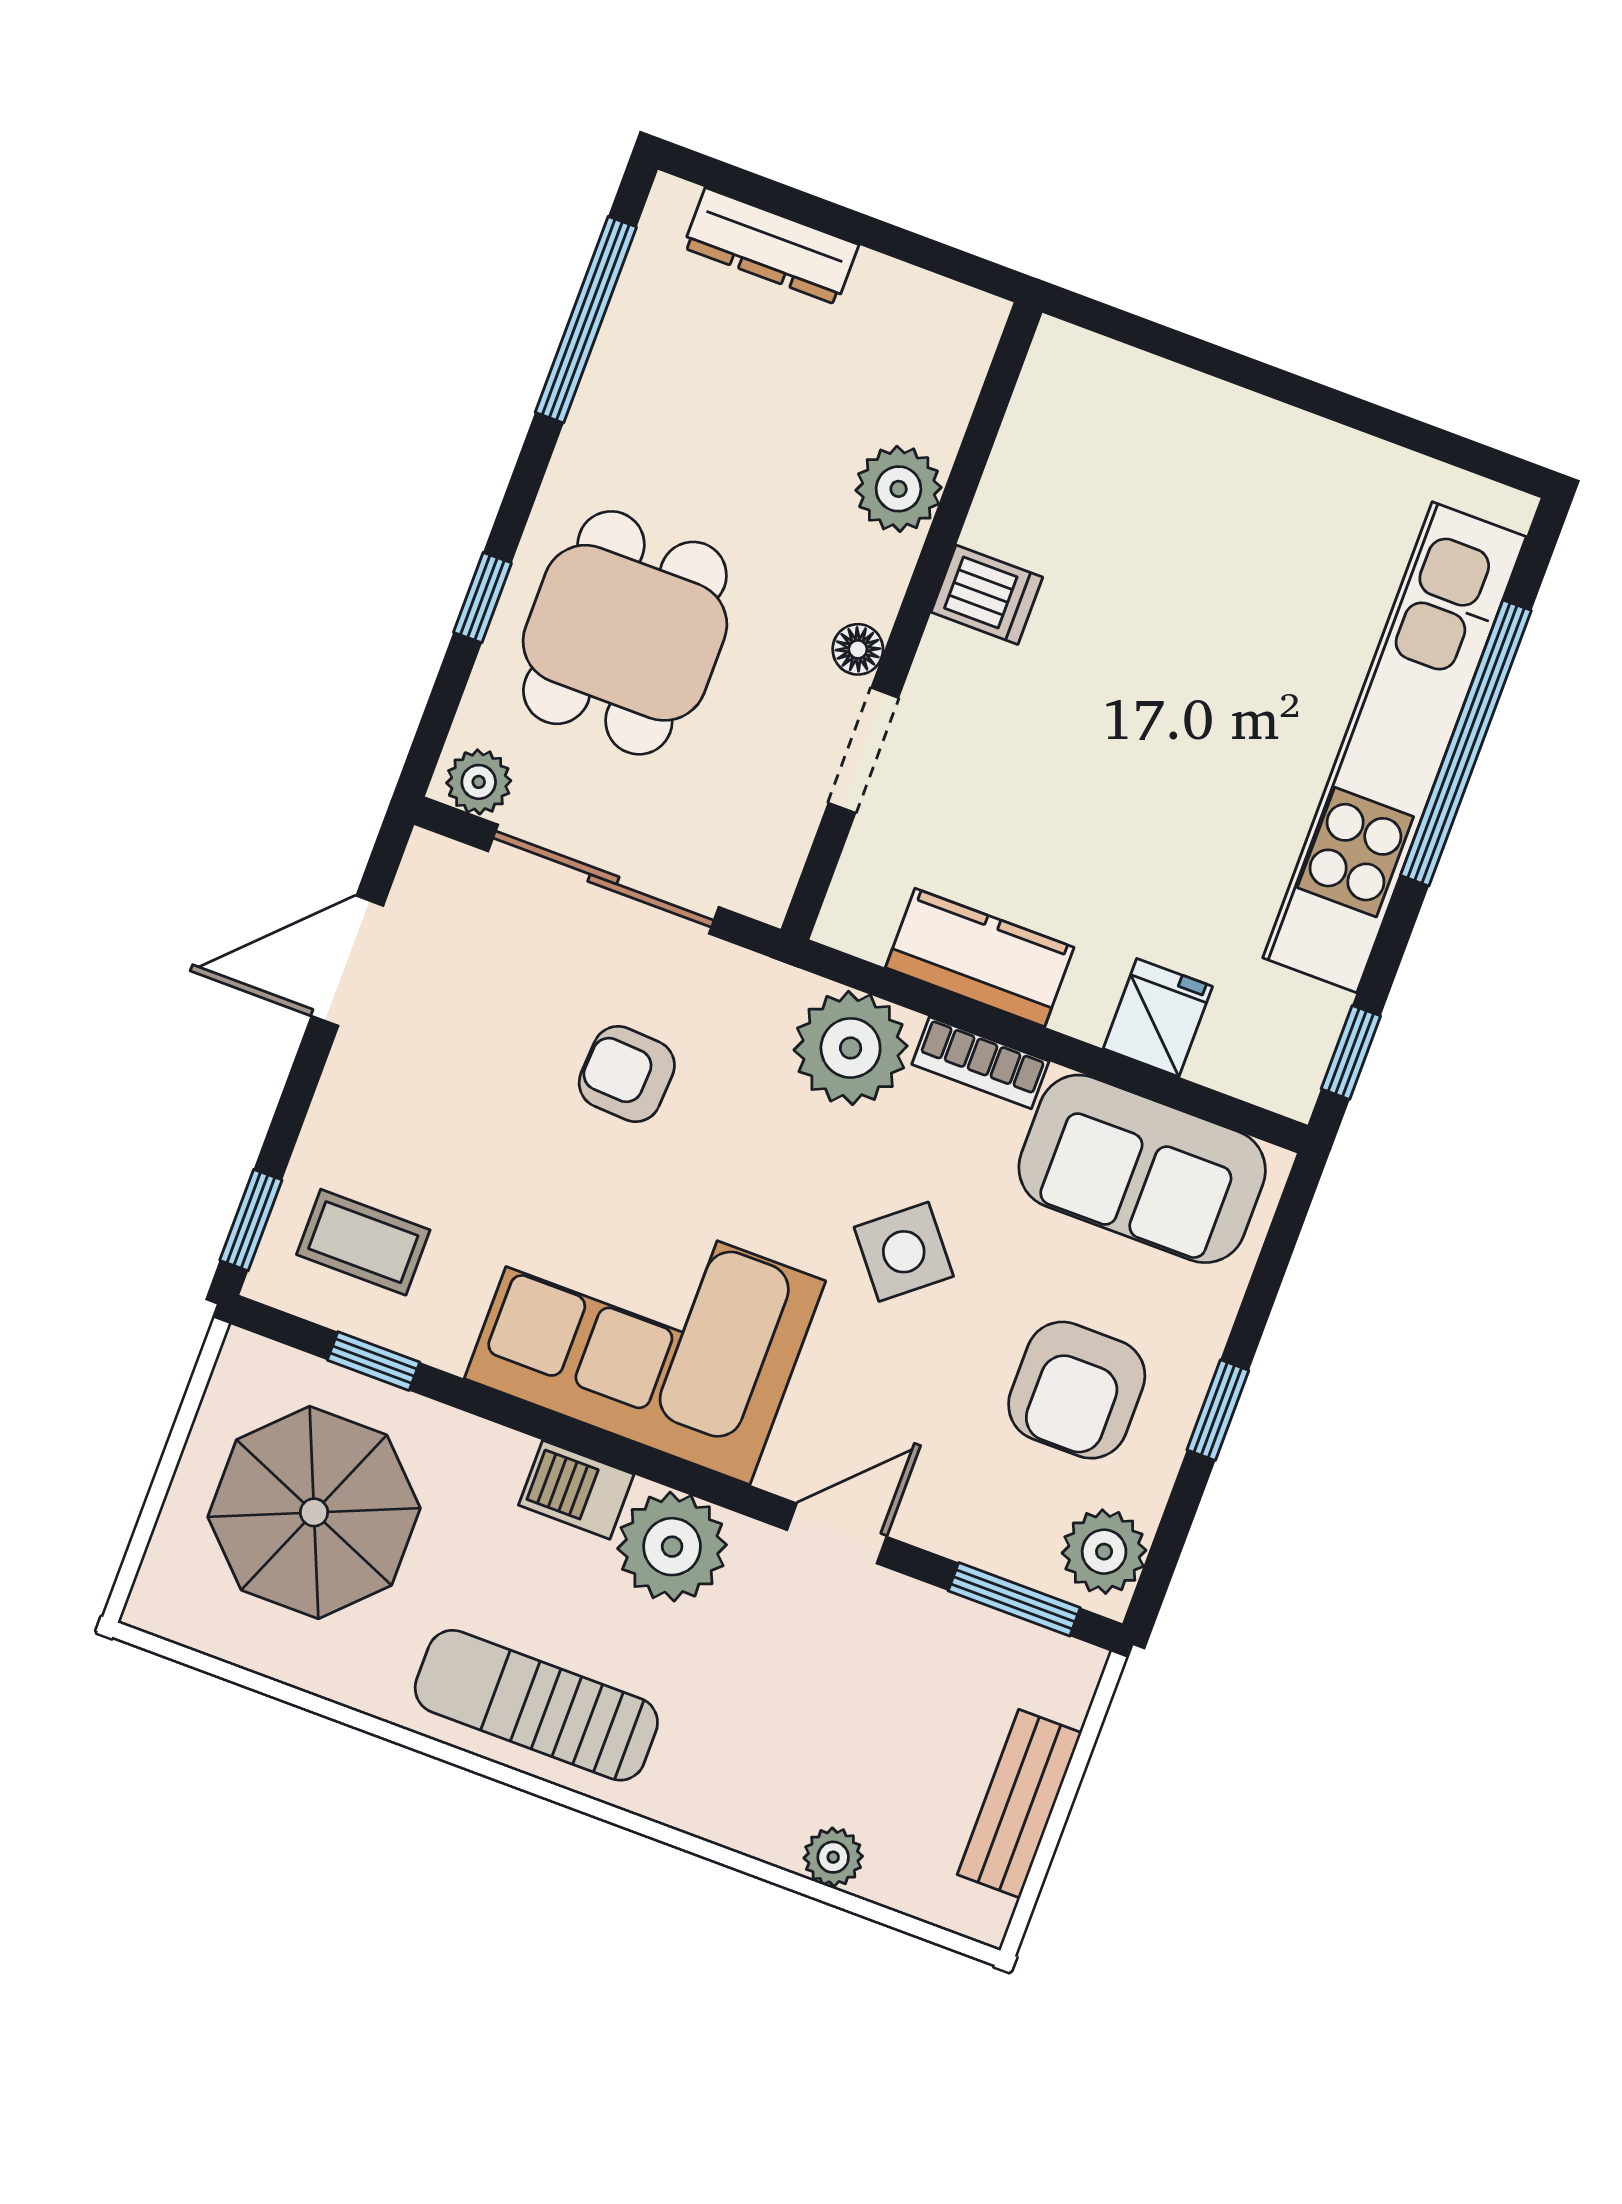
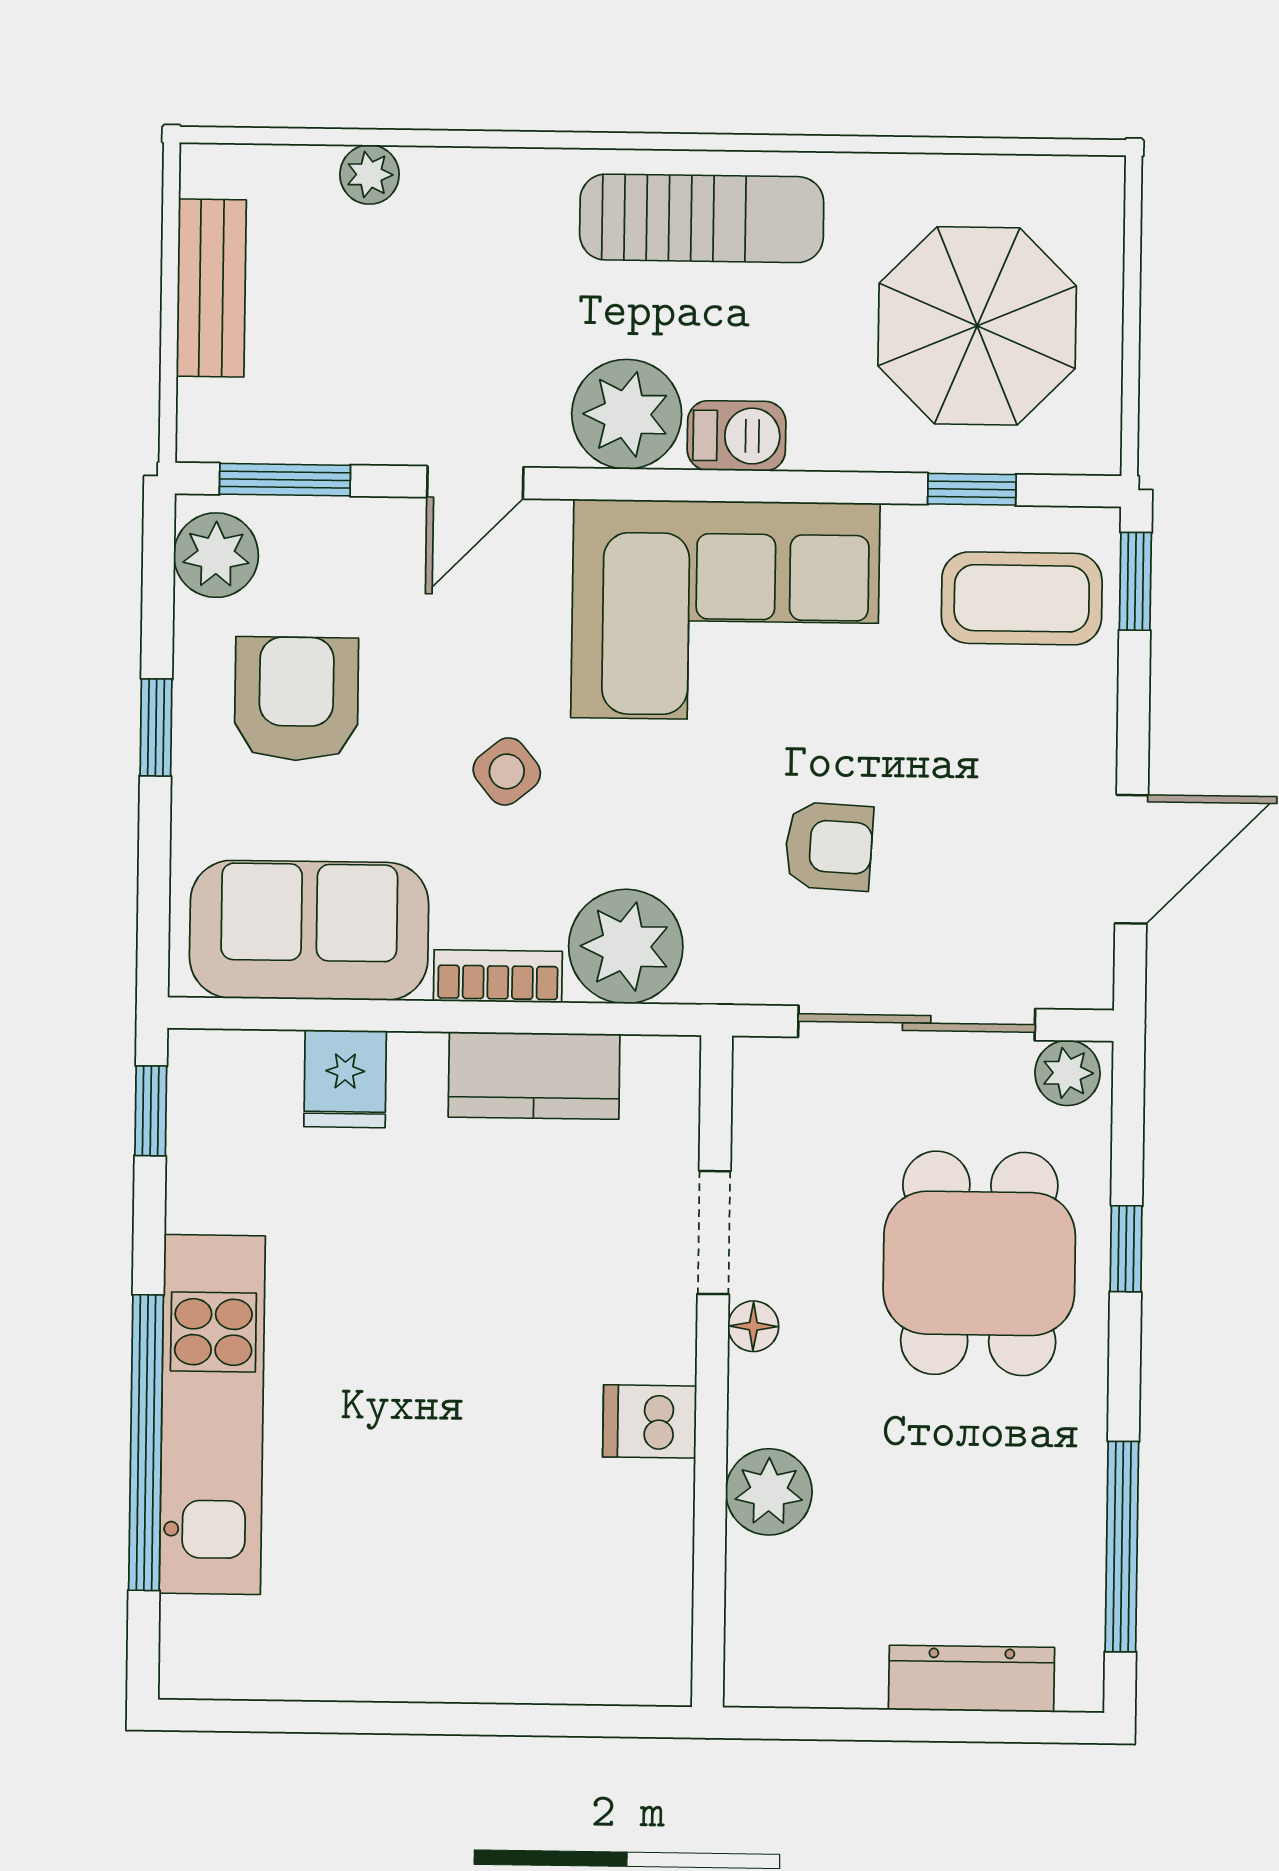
kitchen unit: (1394, 747) -> (212, 1414), width x0.73
coffee table: (363, 1242) -> (1022, 598), width x1.36, depth x1.30
side table: (904, 1252) -> (507, 771), width x0.73, depth x0.73

